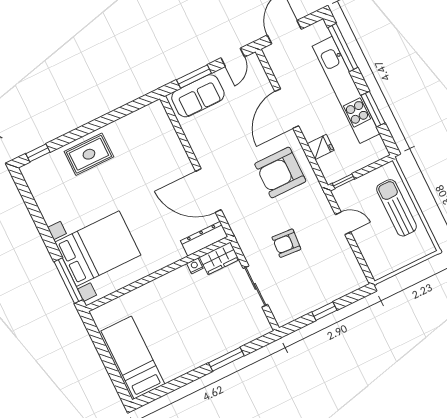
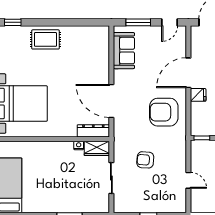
sofa: (198, 96) -> (124, 51), moved, turned -90
fridge: (321, 147) -> (198, 95), moved
door: (343, 223) -> (188, 180), moved

